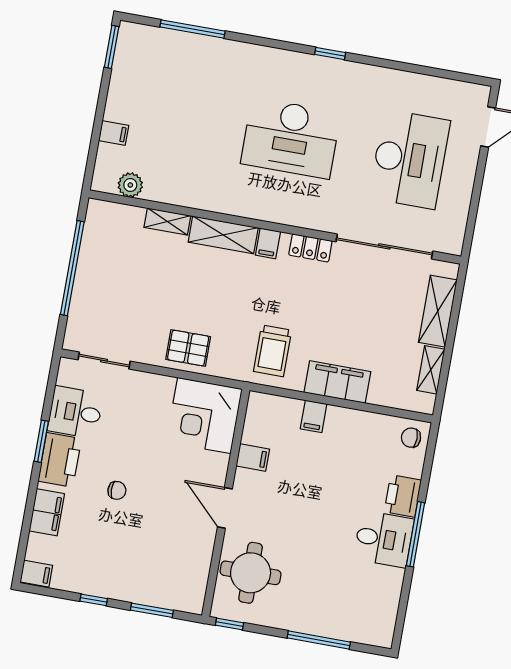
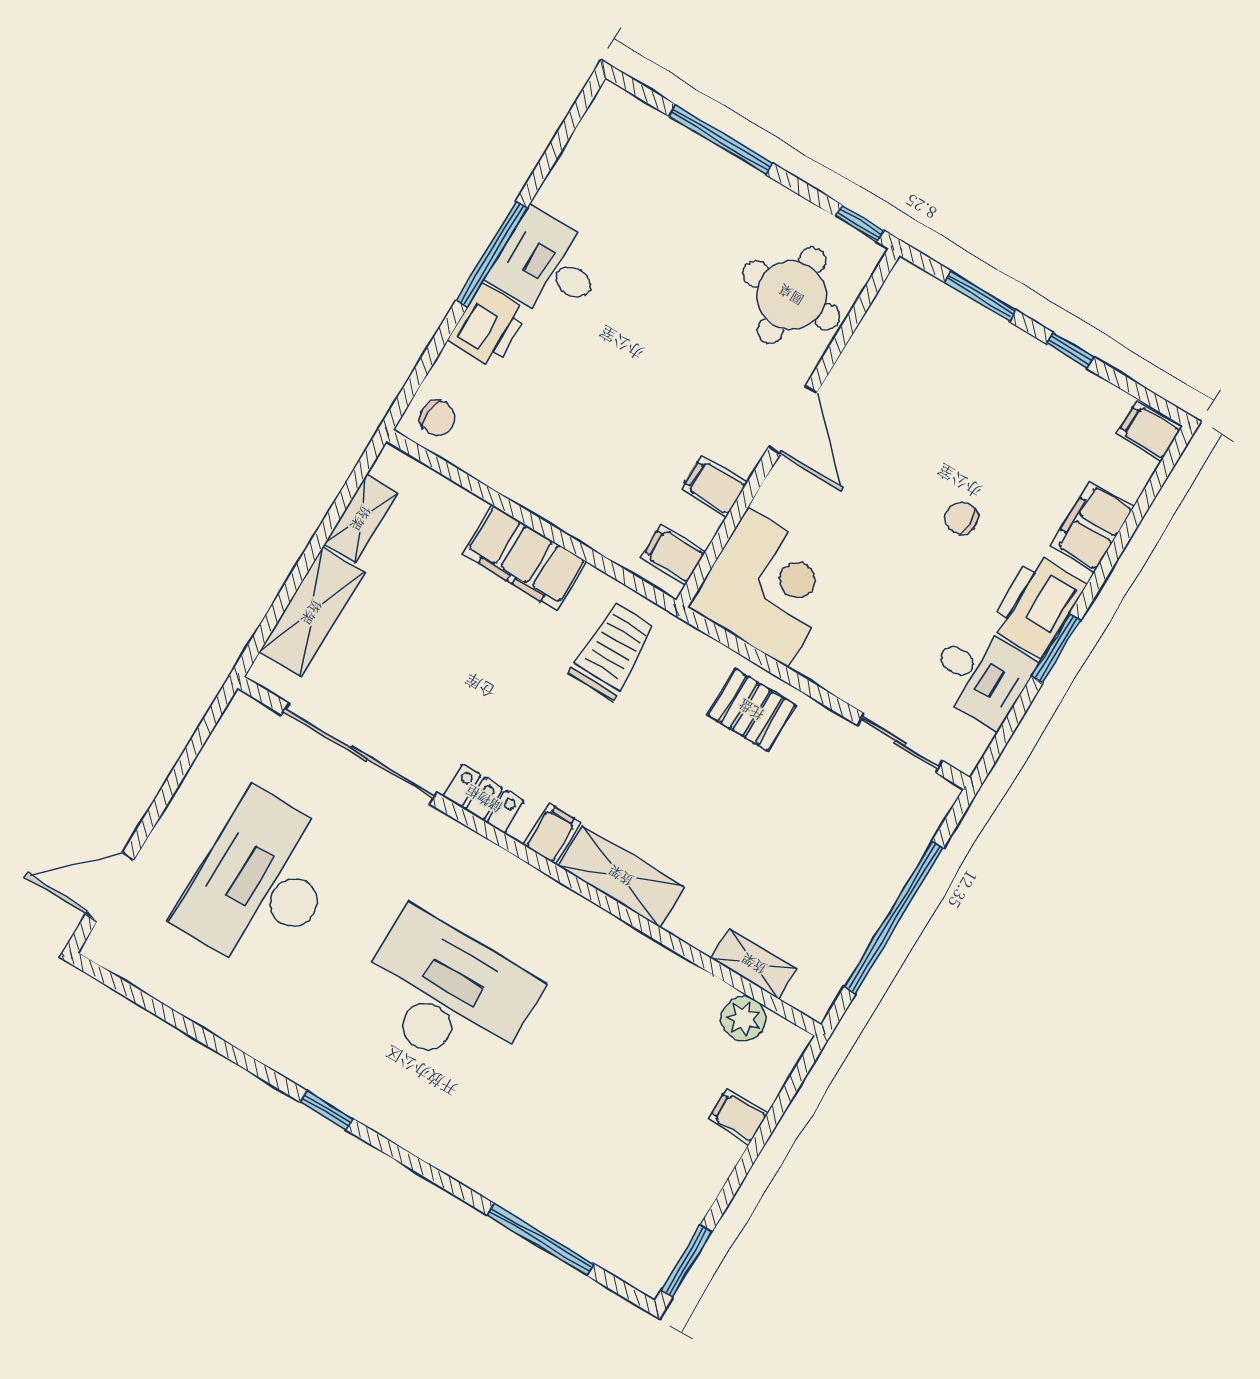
shelving: (167, 222) -> (754, 964), moved
filing cabinet: (314, 416) -> (673, 555), moved, turned -90

